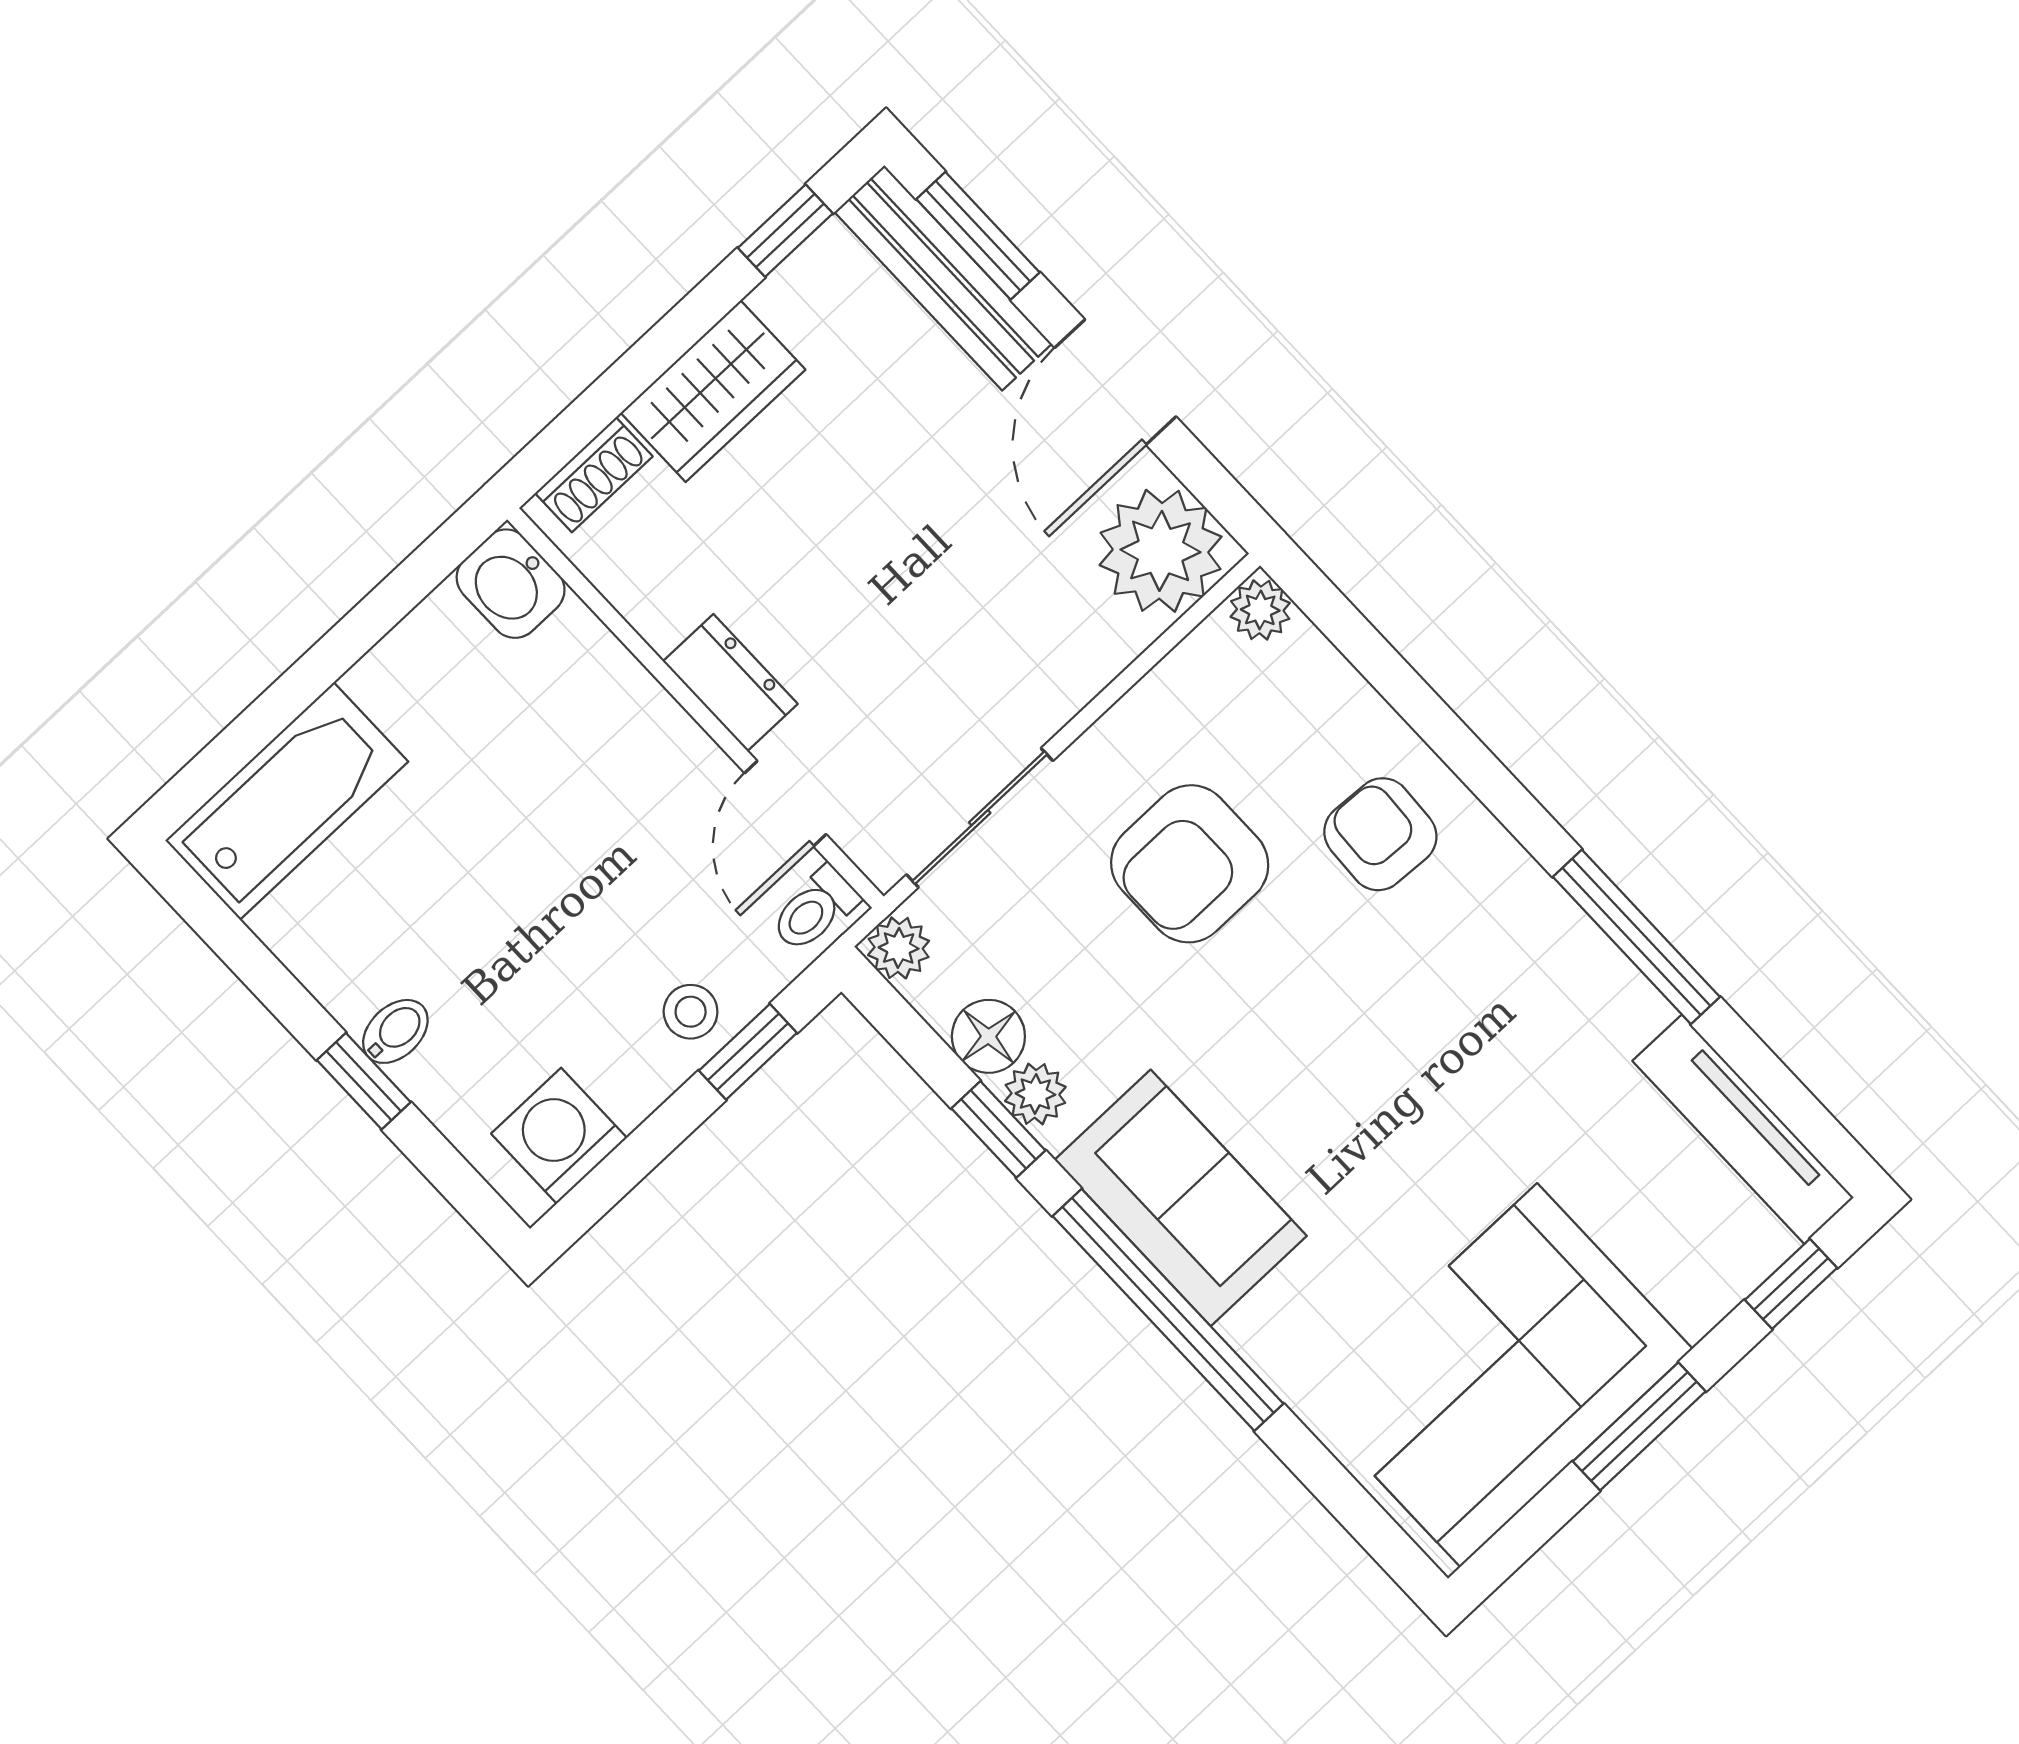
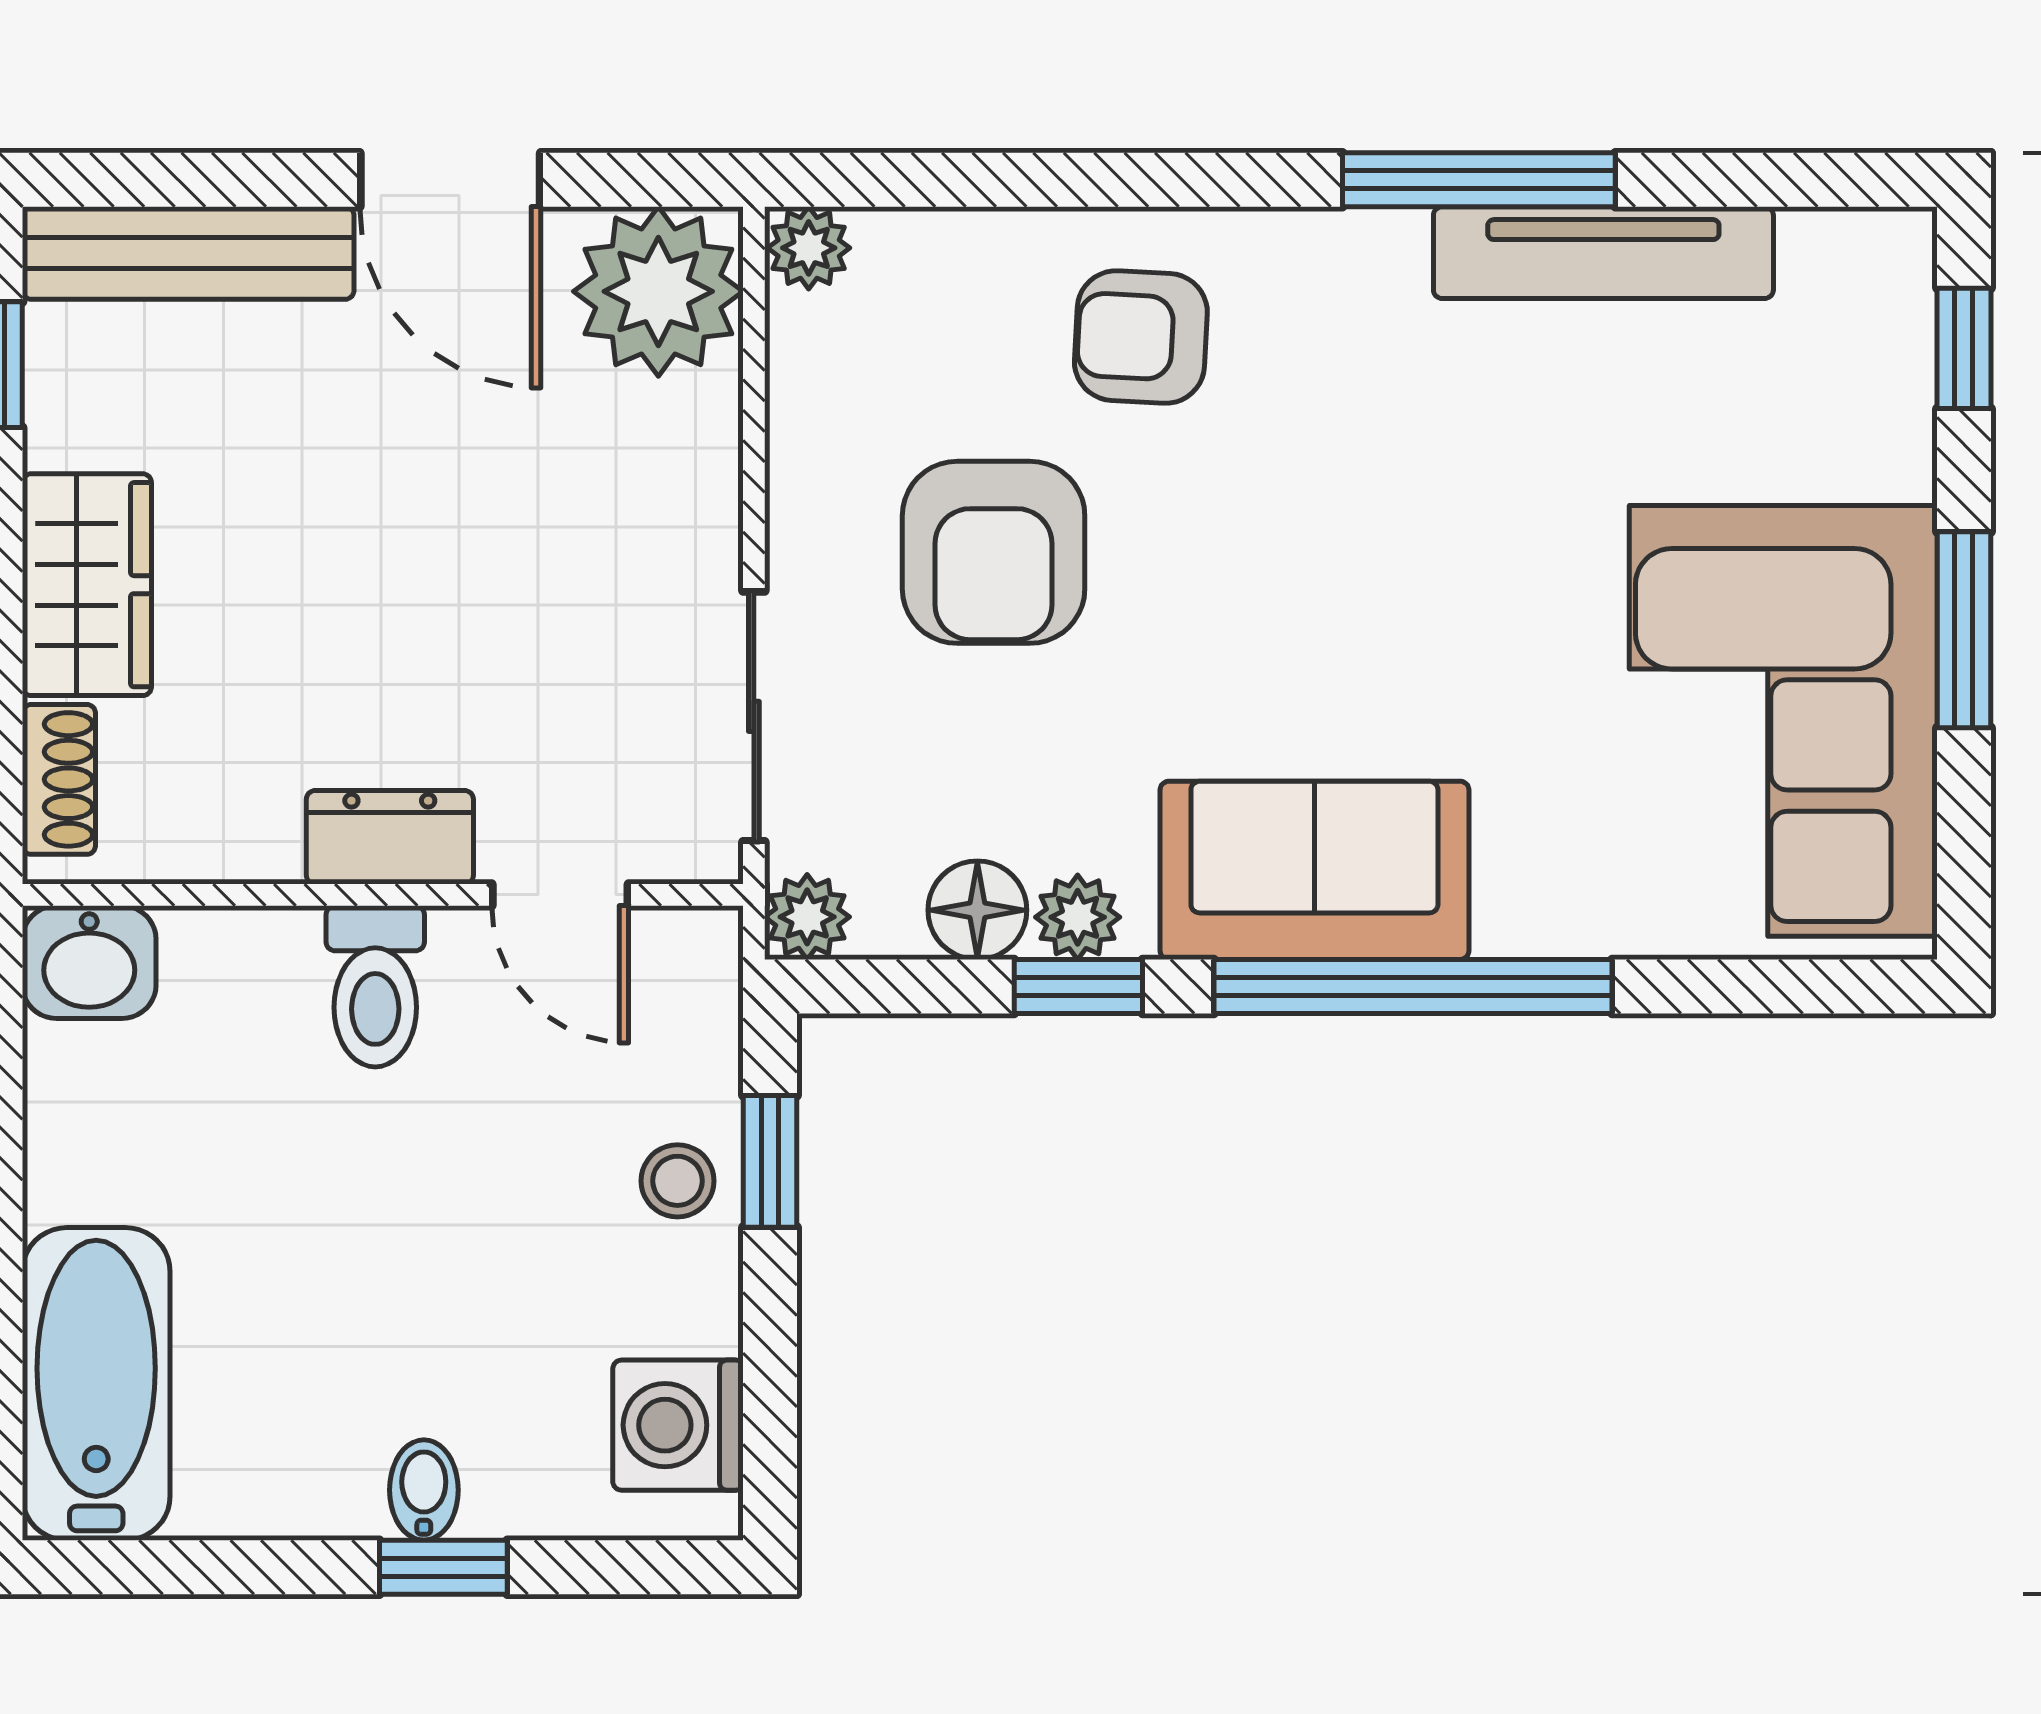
window: (978, 236) -> (179, 180), removed
toilet: (815, 909) -> (375, 986), moved, width x1.37, depth x1.39
tv unit: (1743, 1129) -> (1603, 253), moved

